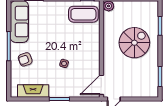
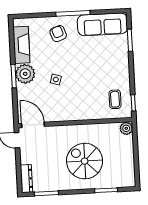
coffee table: (83, 14) -> (115, 99), width x0.54, depth x0.58
spiral stairs: (134, 43) -> (85, 161), turned 180
plant: (58, 89) -> (25, 74), added
dresser: (147, 93) -> (26, 179), added

